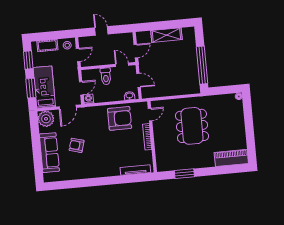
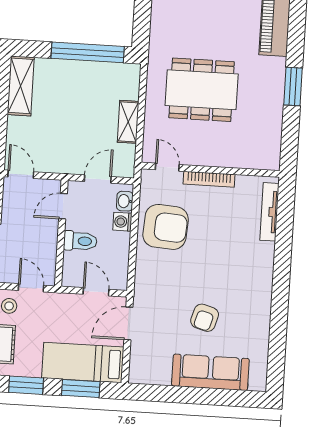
shelving: (166, 35) -> (21, 86), moved
door: (136, 51) -> (21, 174), moved
shelving: (170, 91) -> (128, 122), added
washing machine: (88, 99) -> (122, 222), moved
door: (68, 107) -> (128, 323), swing flipped
armchair: (120, 118) -> (166, 227), turned 94
plant: (46, 119) -> (144, 369), removed
window: (184, 174) -> (293, 86), moved

